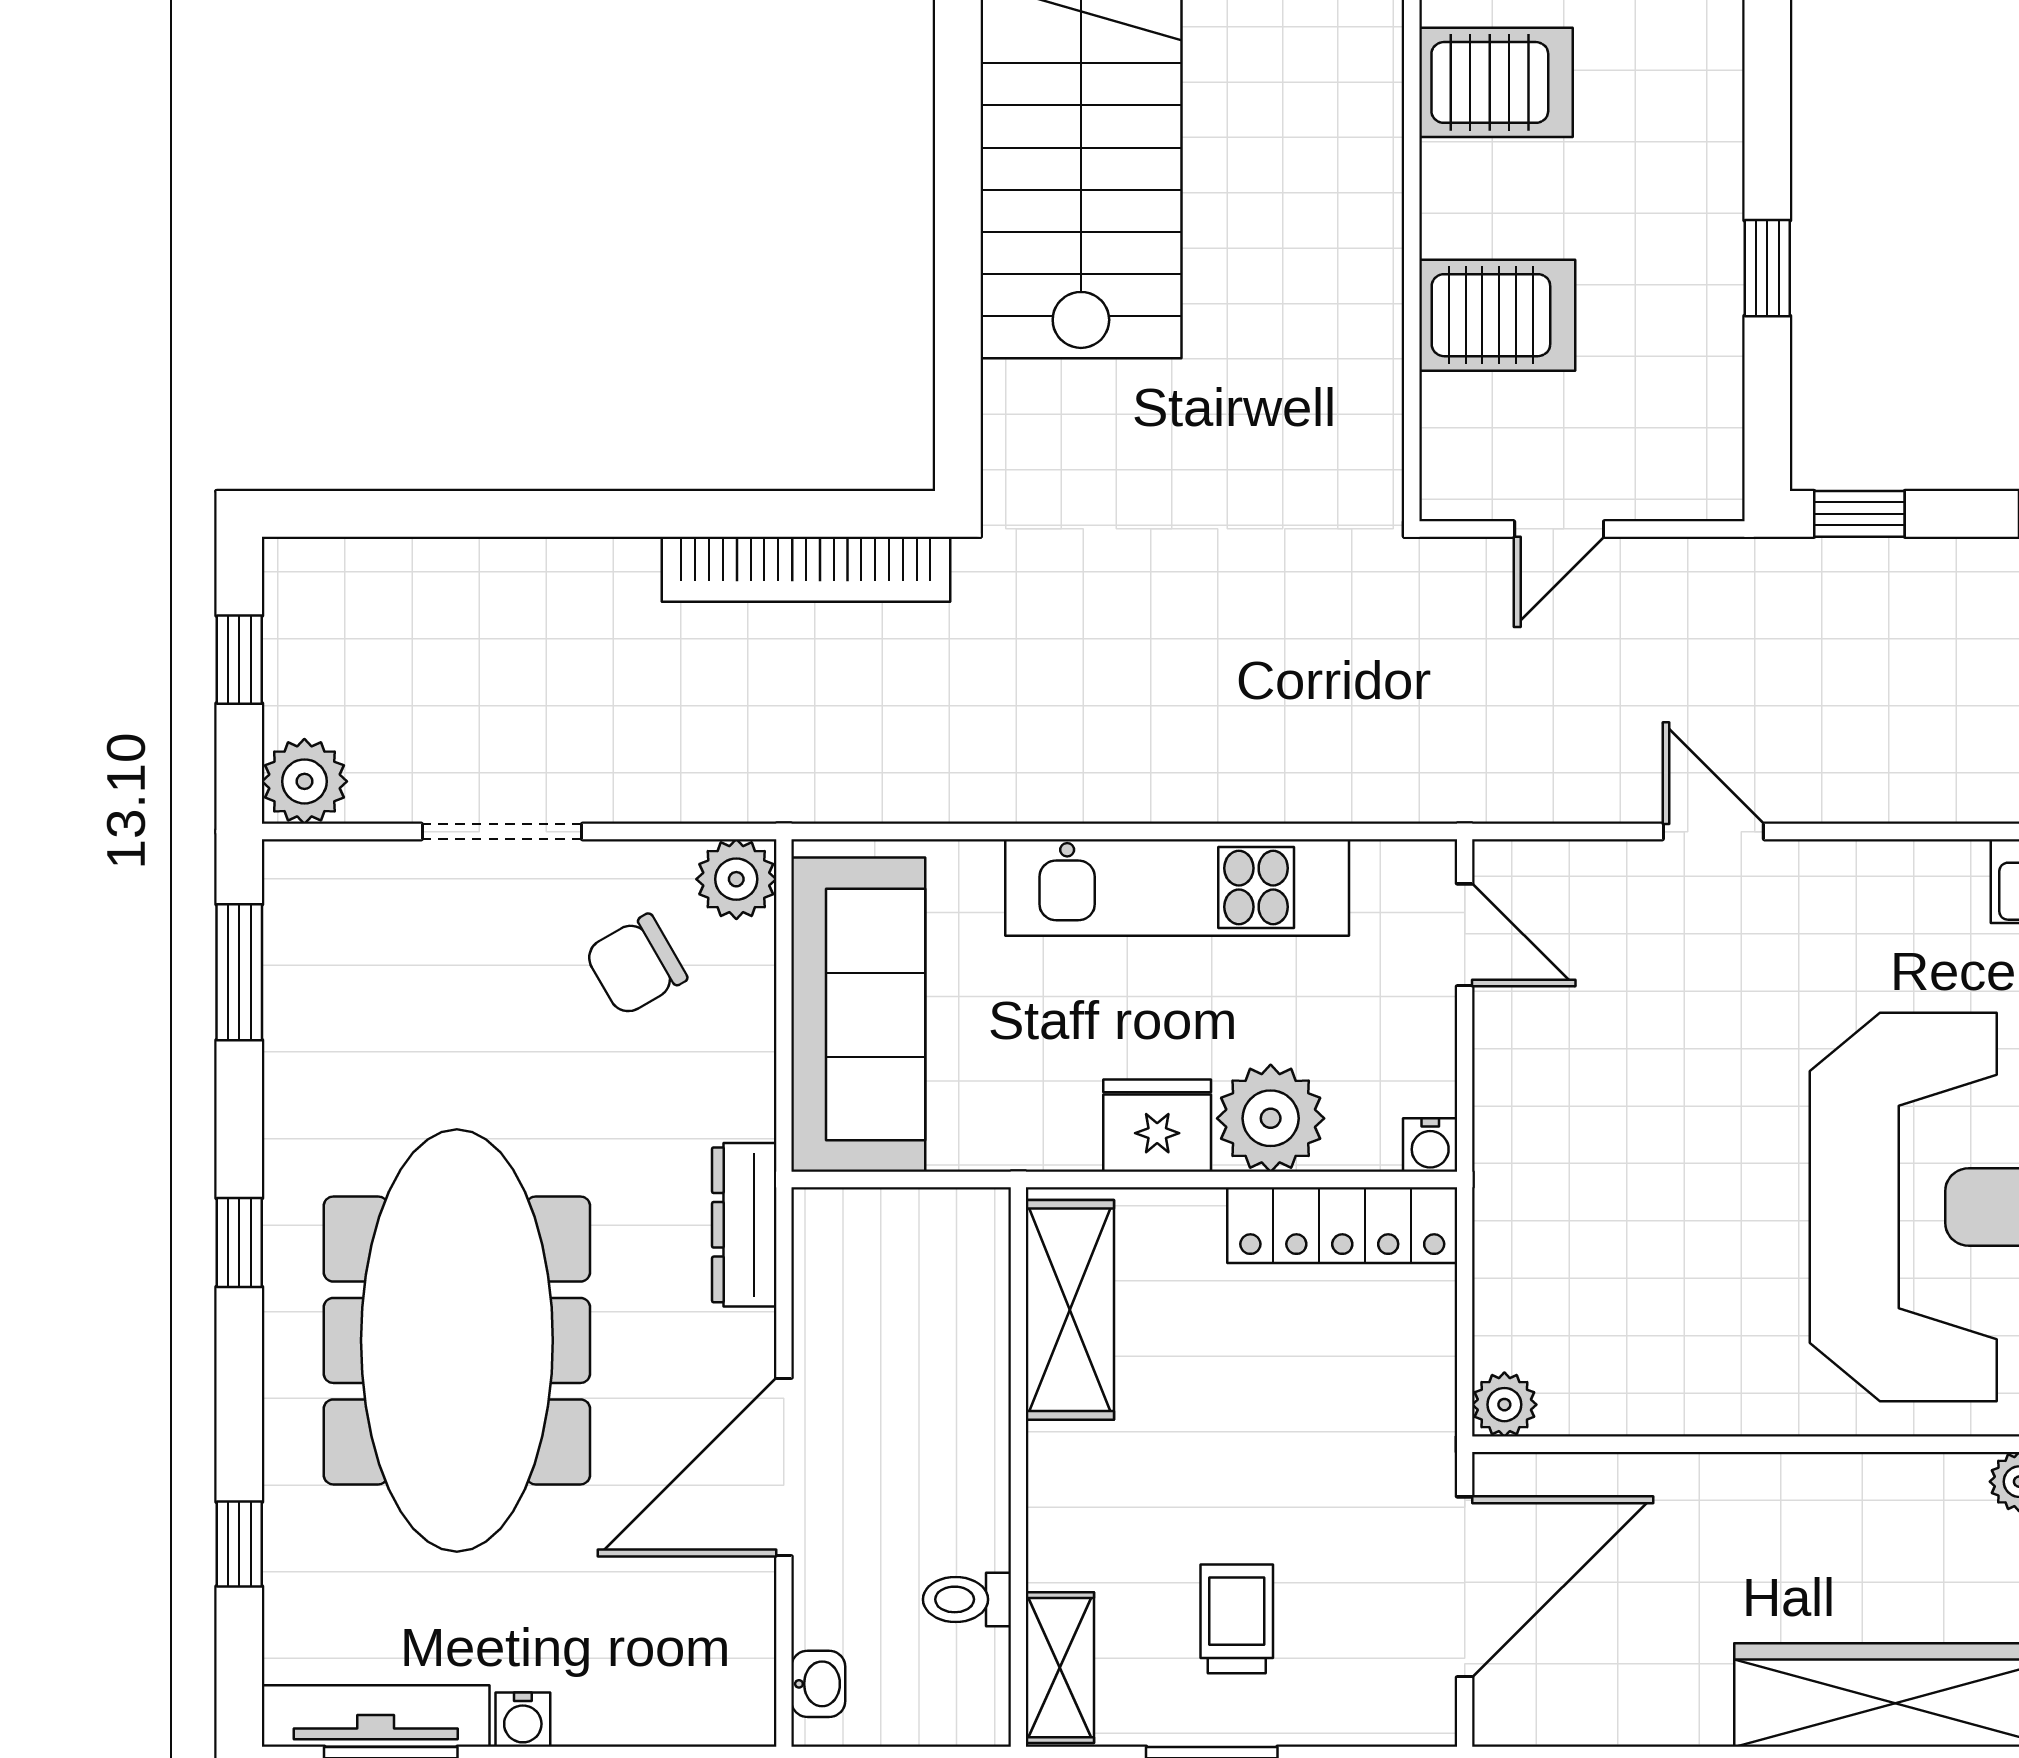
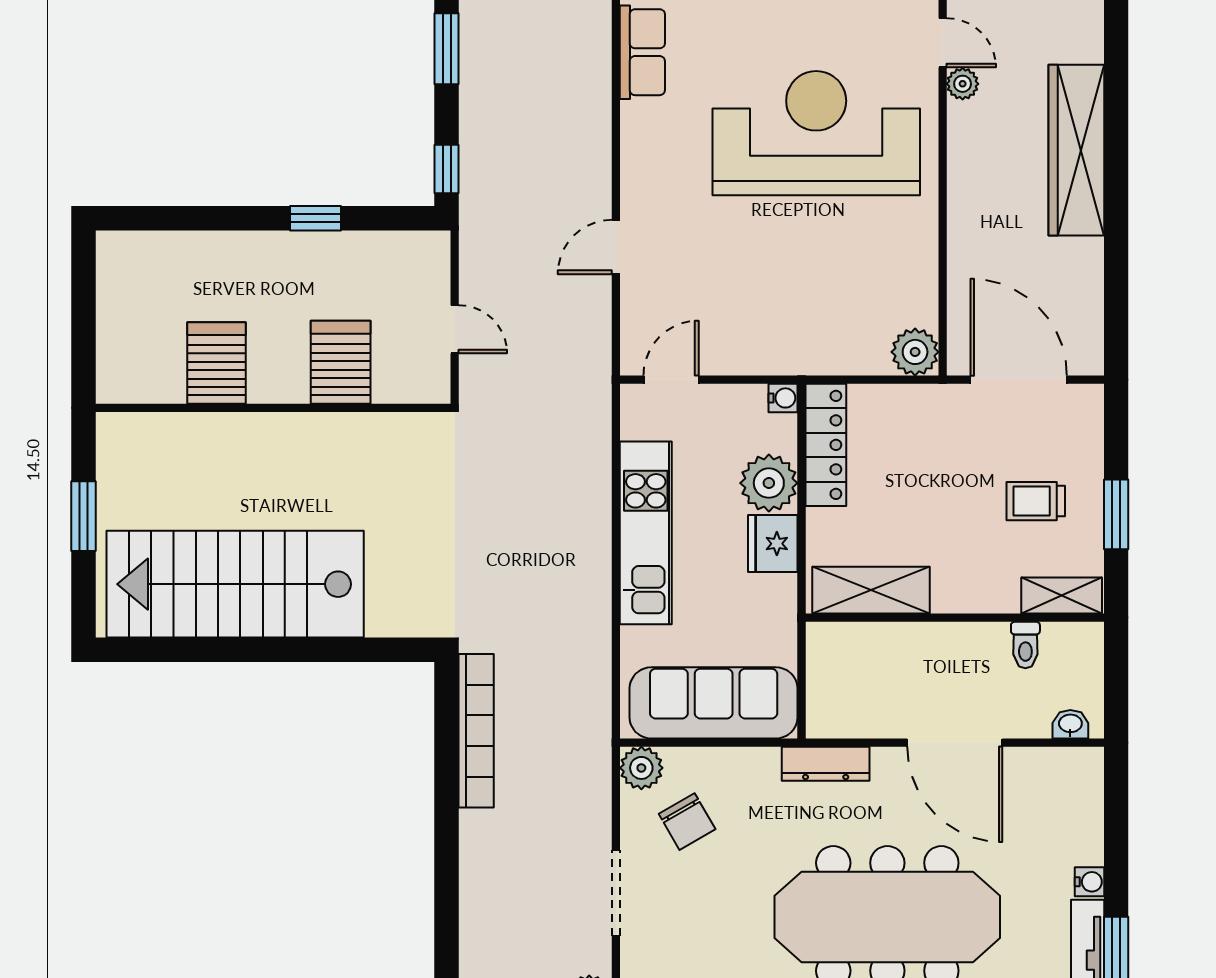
plant: (1504, 1405) -> (915, 352), width x1.38, depth x1.38

